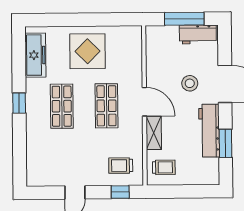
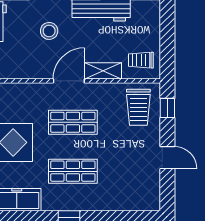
trolley: (121, 166) -> (138, 107), width x1.36, depth x1.39
trolley: (164, 167) -> (141, 60), turned -90

